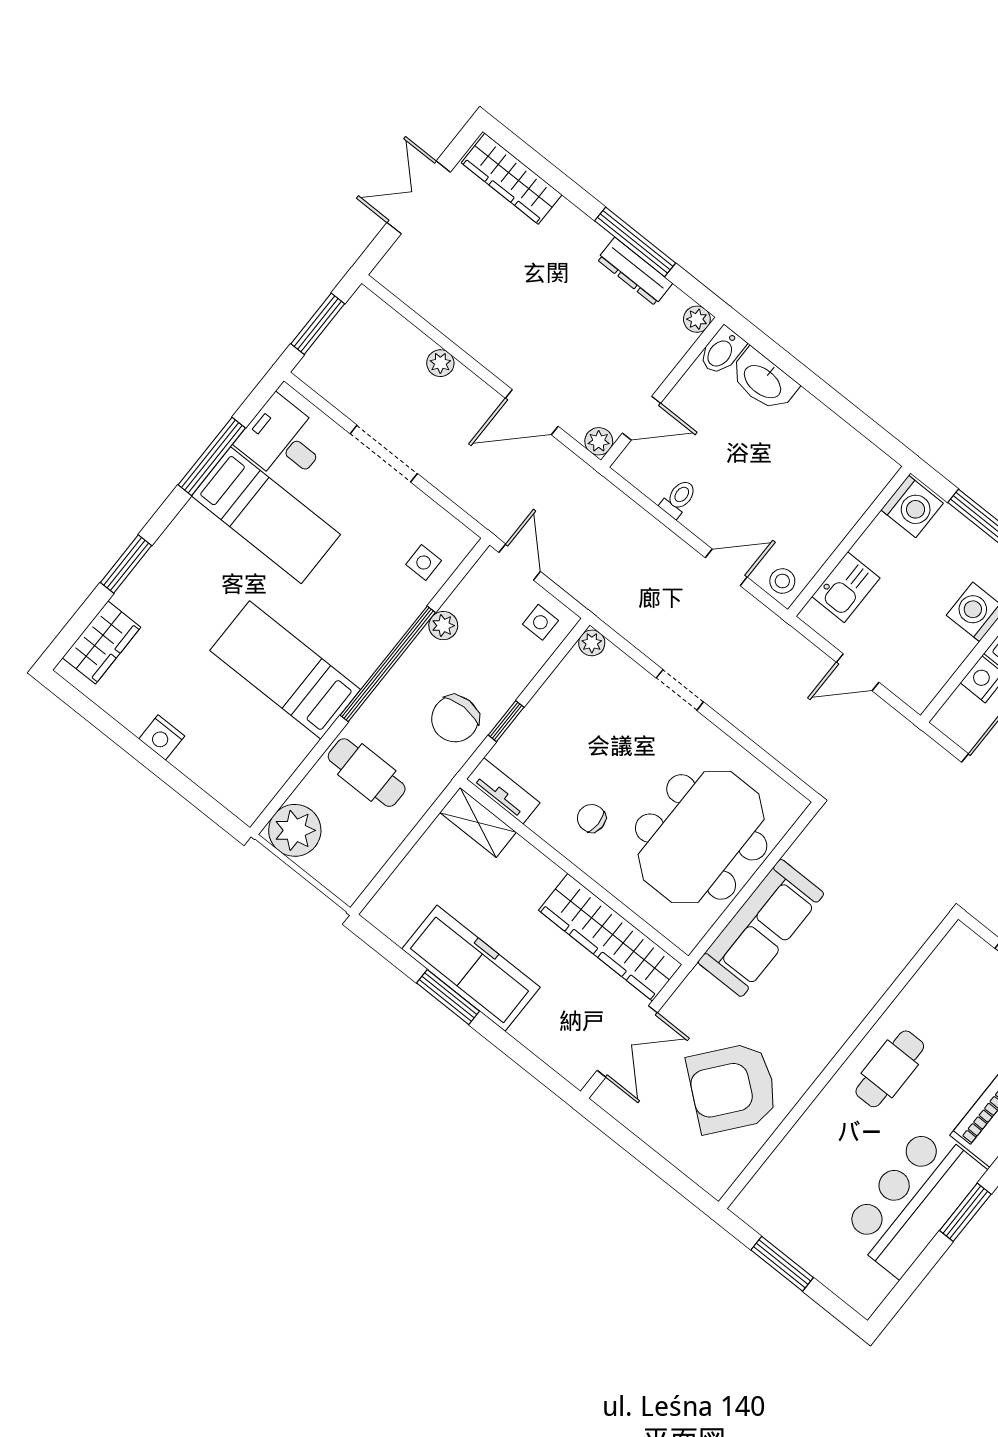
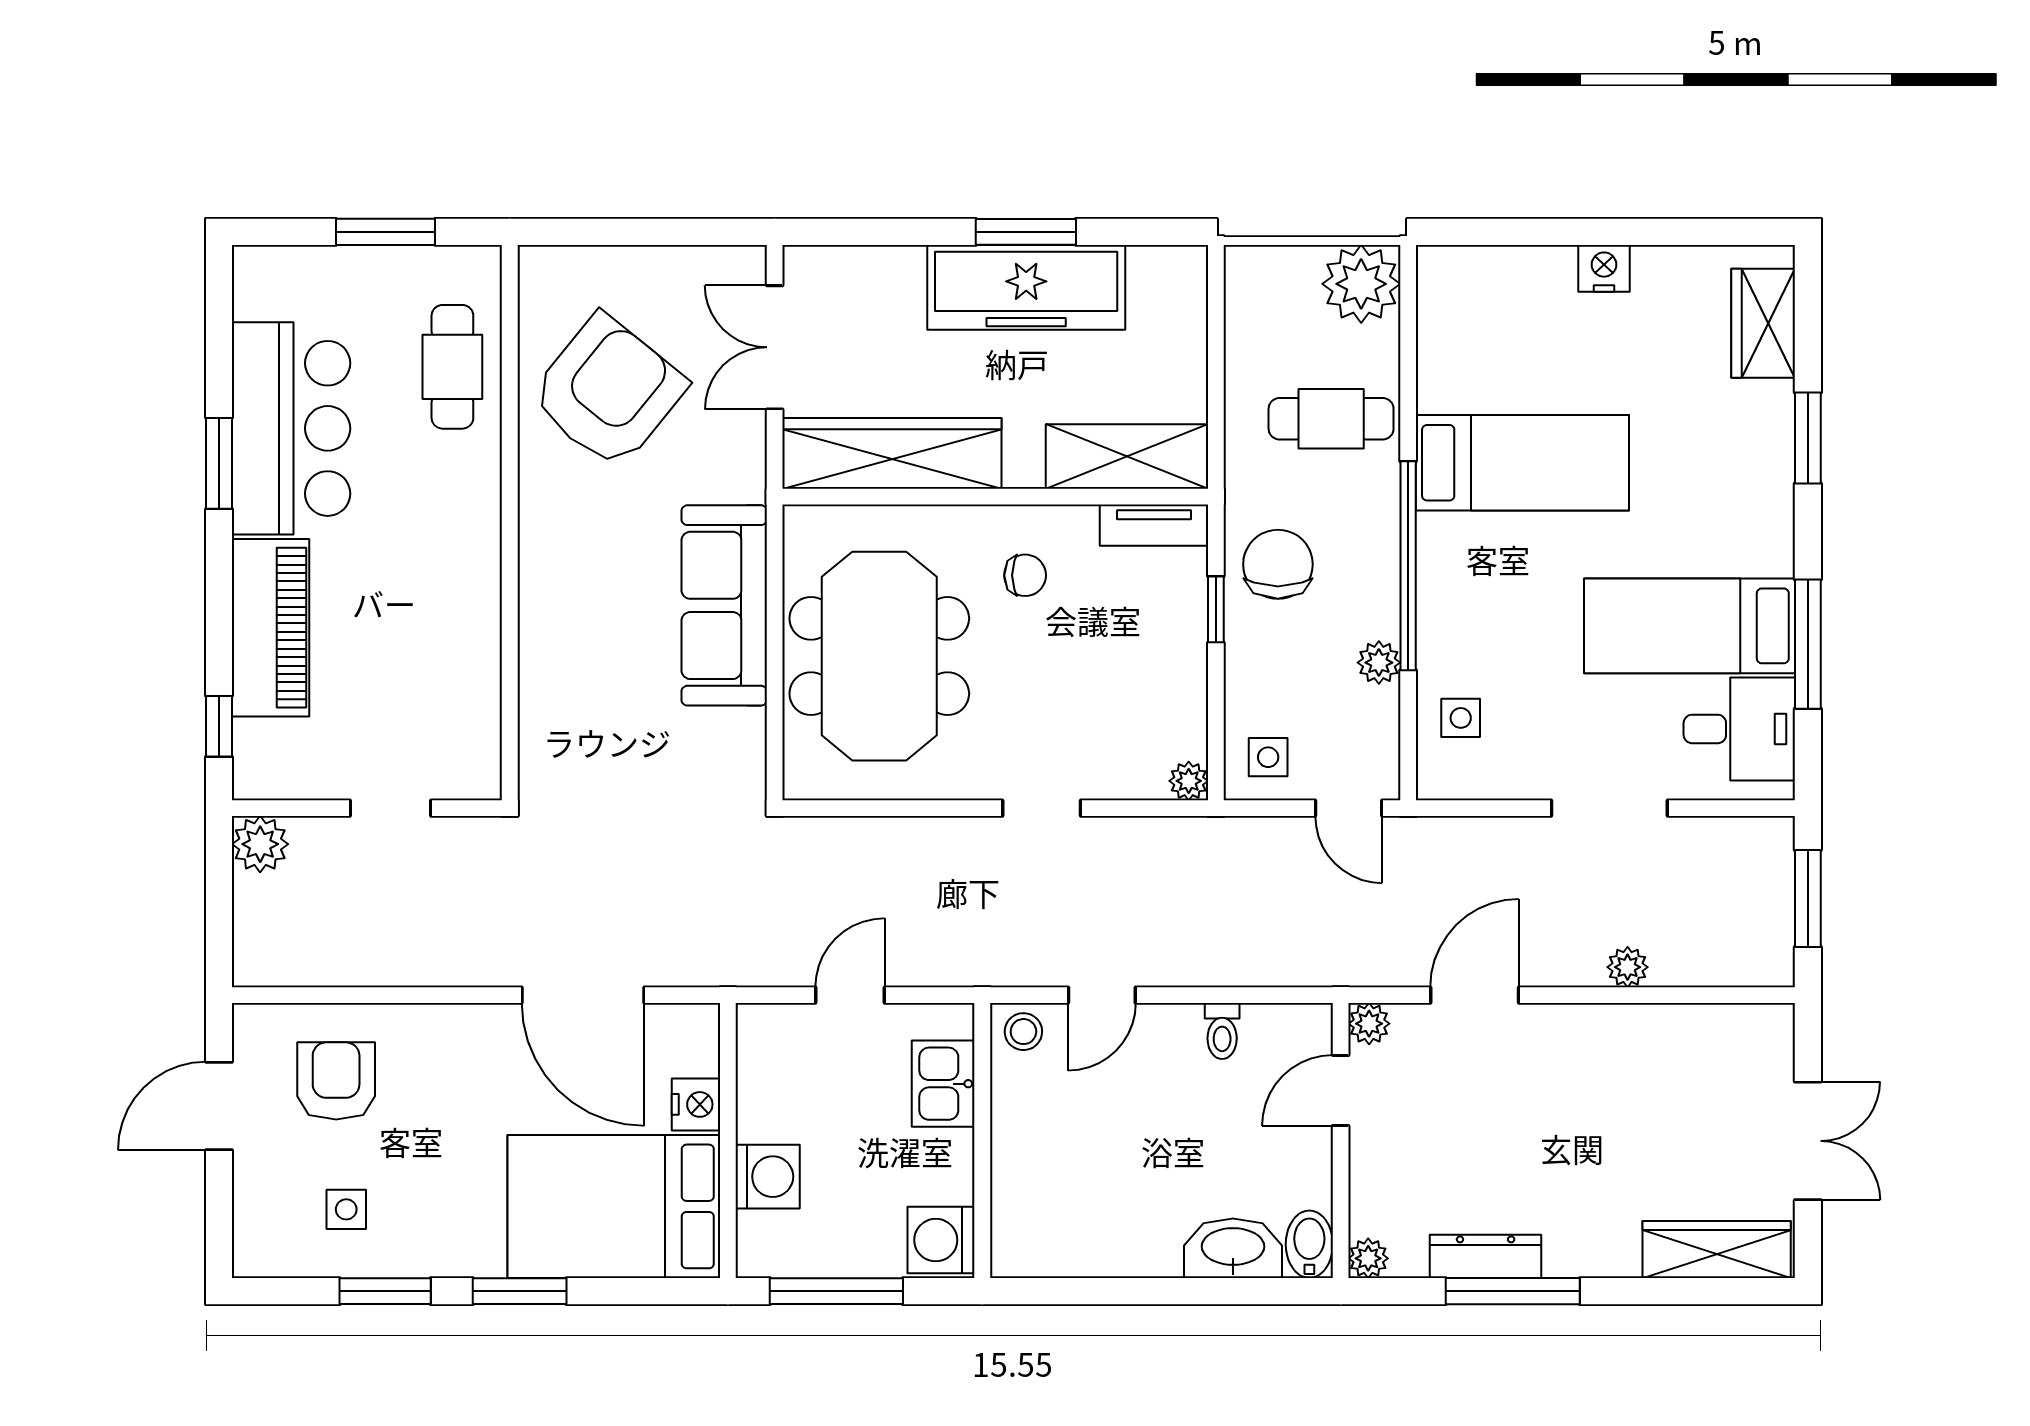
shelving: (478, 822) -> (1127, 456), width x1.50, depth x1.33
cafe table: (890, 1069) -> (452, 367), moved

